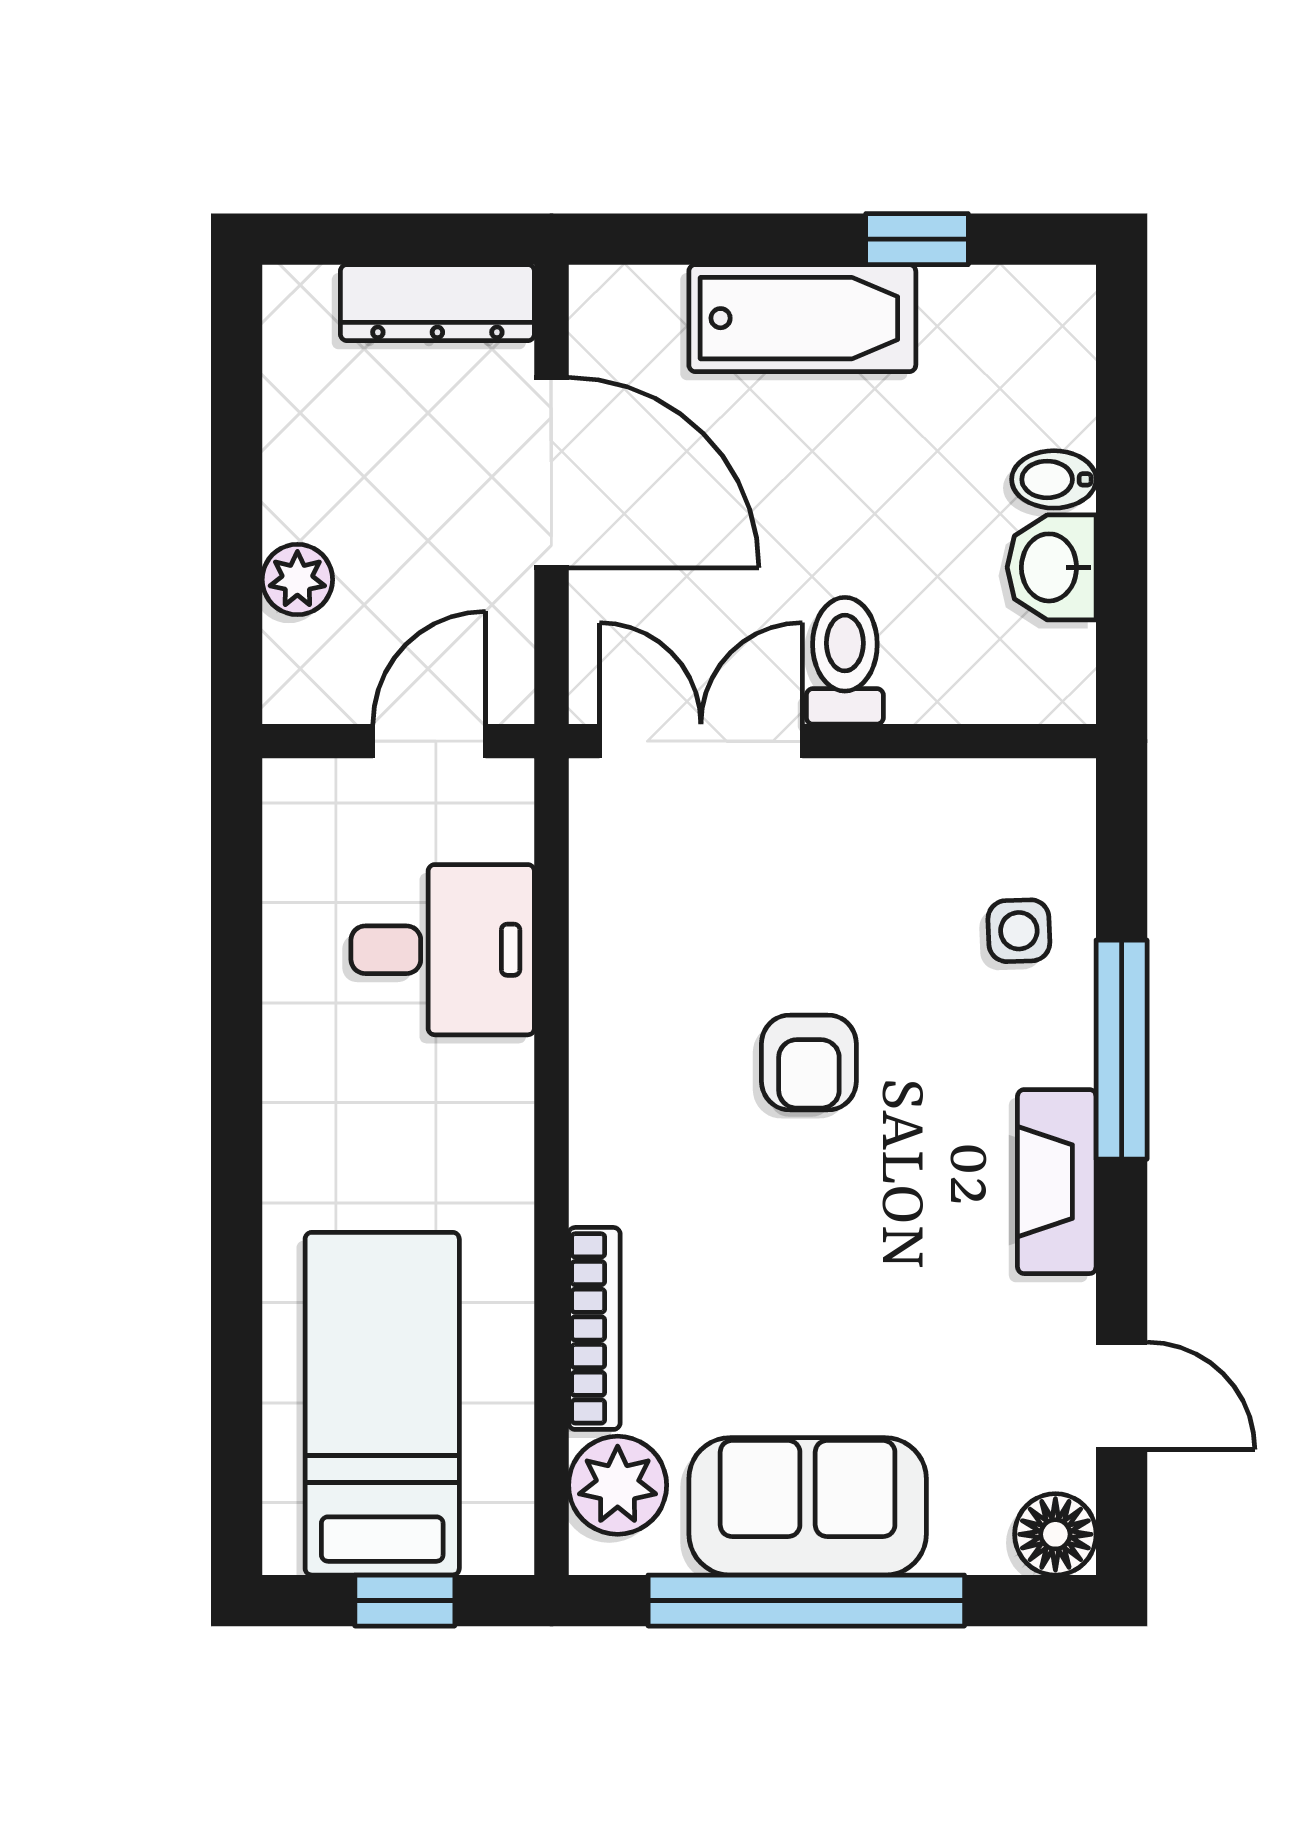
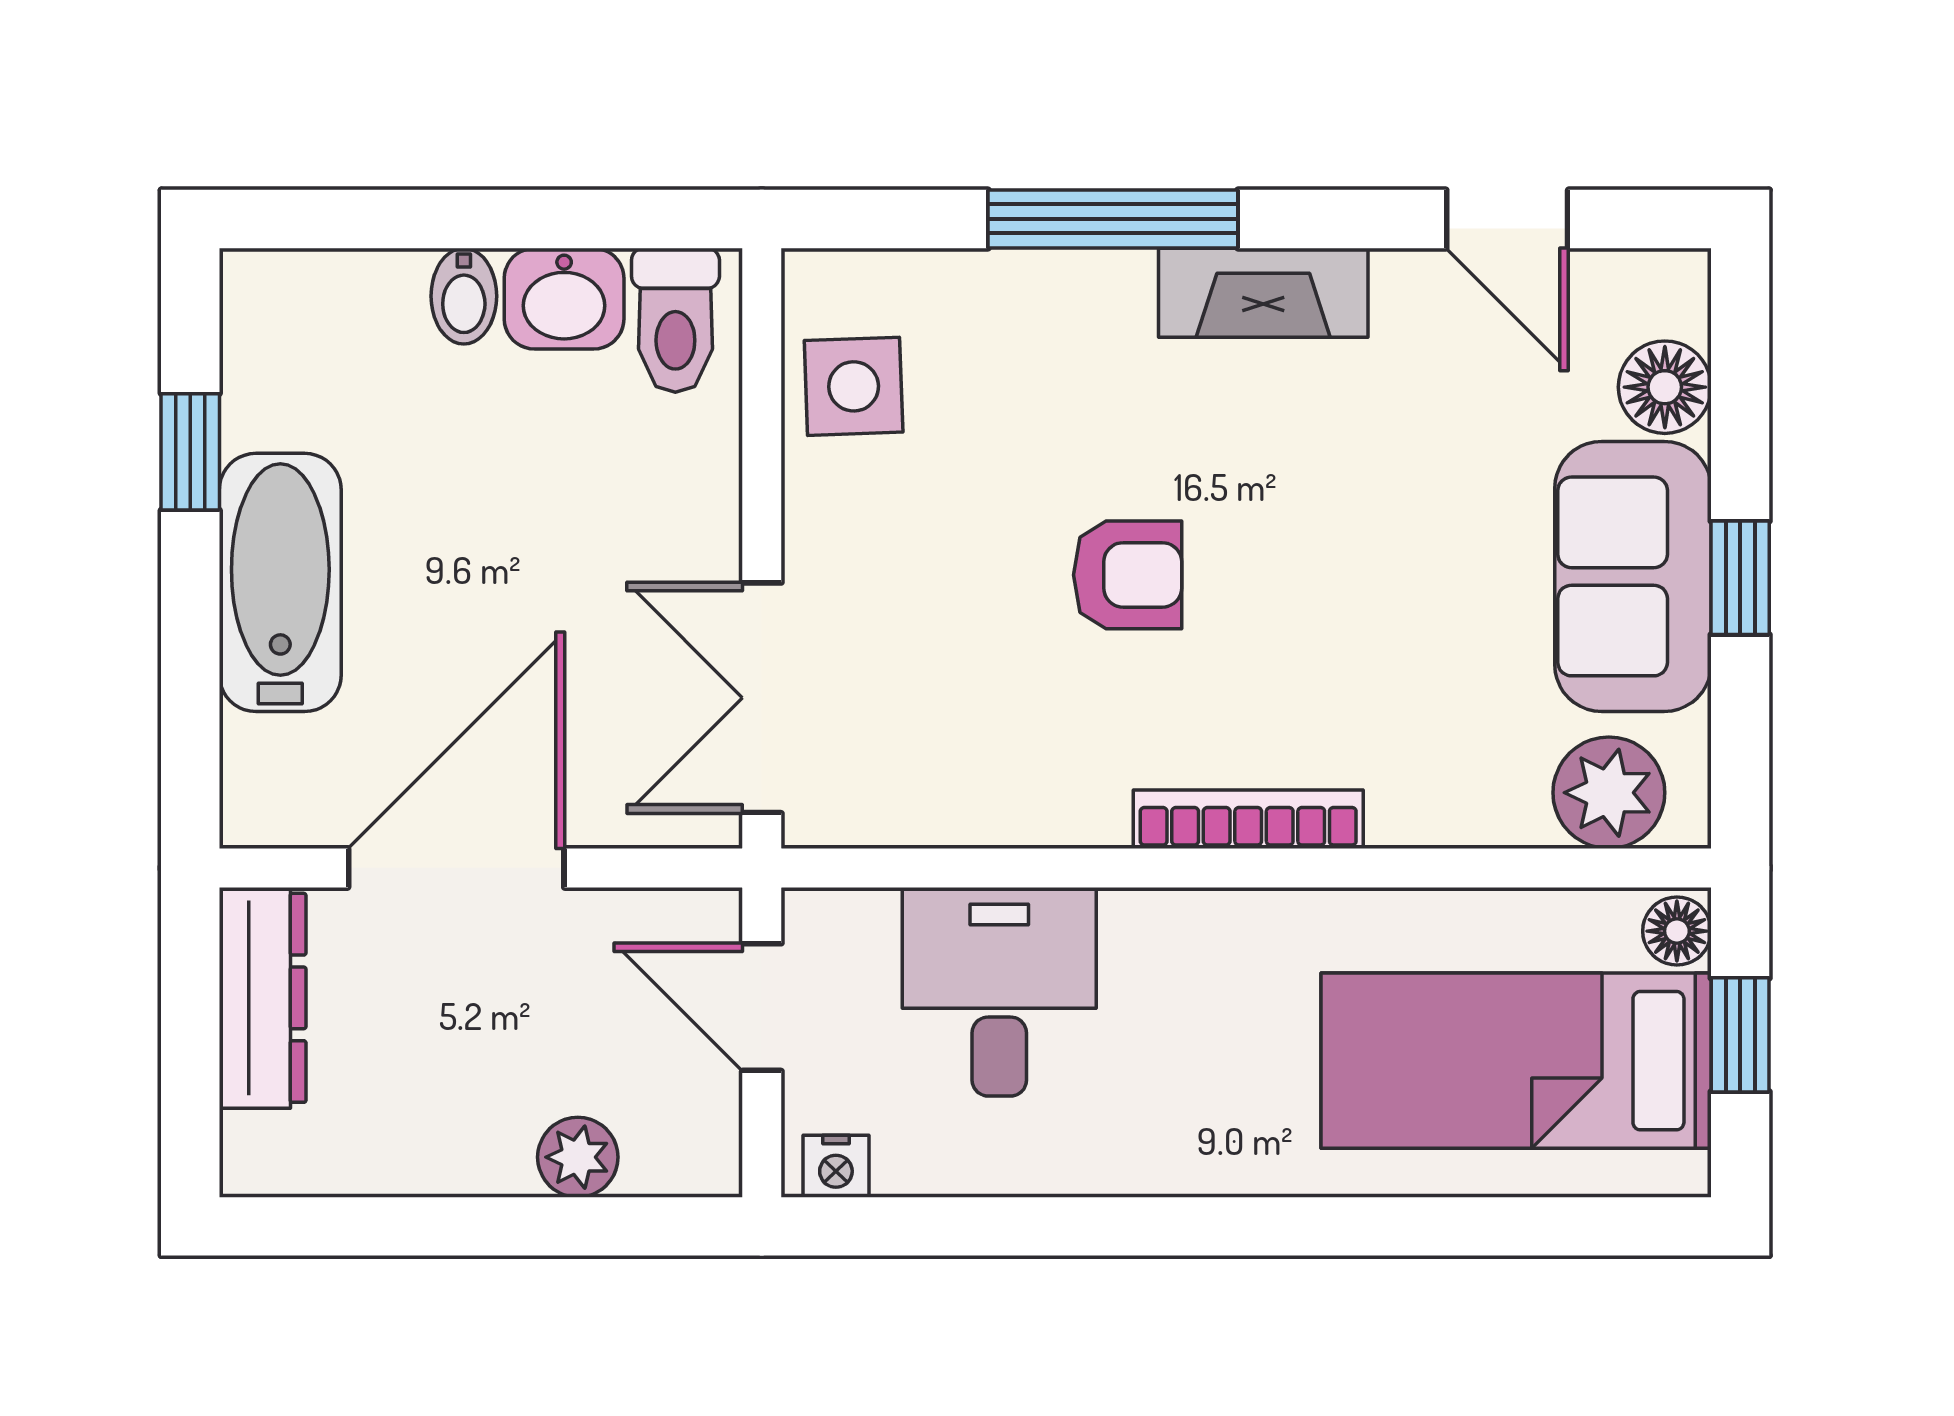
toilet: (845, 661) -> (675, 320), moved, turned -90
nightstand: (289, 806) -> (836, 1166), added
side table: (1019, 931) -> (854, 386), moved, width x1.37, depth x1.37
bookcase: (594, 1328) -> (1248, 819), moved
door: (1122, 1396) -> (1507, 219), swing flipped
floor lamp: (1055, 1534) -> (1665, 387), moved
floor lamp: (496, 1545) -> (1677, 931), added
window: (806, 1601) -> (1740, 578), width x0.32

